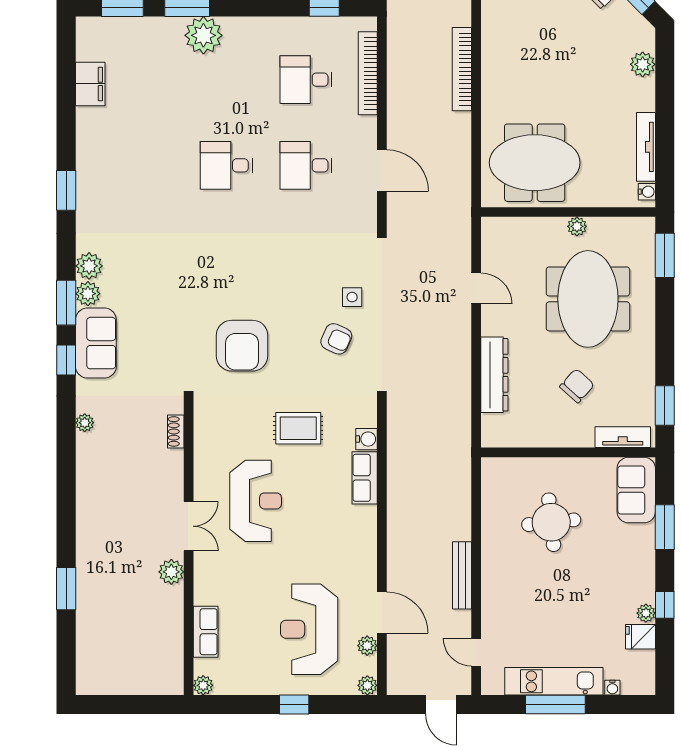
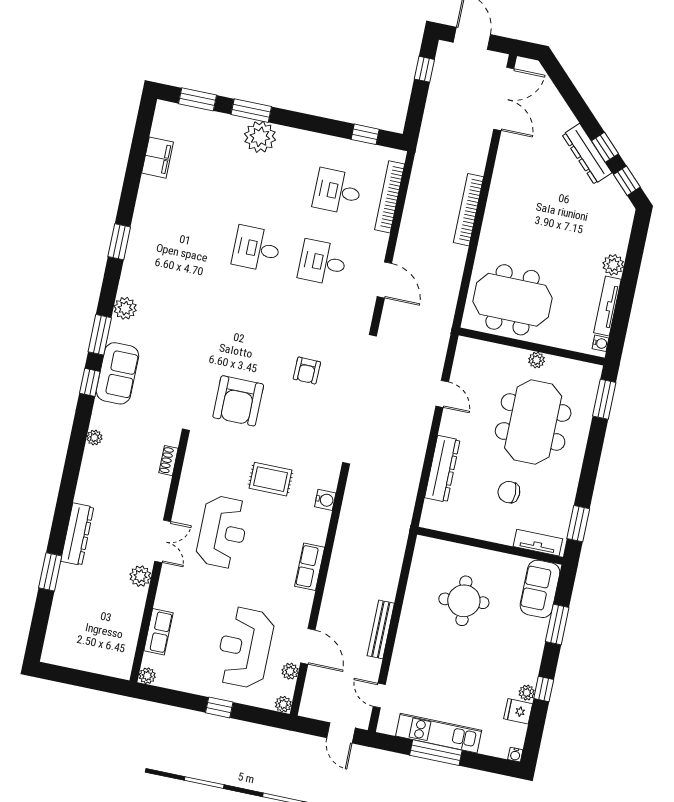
plant: (643, 64) -> (613, 265), moved
plant: (88, 294) -> (119, 331), removed
side table: (352, 297) -> (338, 380), removed
armchair: (336, 339) -> (307, 370), moved, turned 67
chair: (577, 386) -> (509, 492), turned -132
row of seats: (365, 478) -> (310, 567), moved
dresser: (88, 539) -> (77, 534), added
water cooler: (612, 688) -> (515, 755), moved

